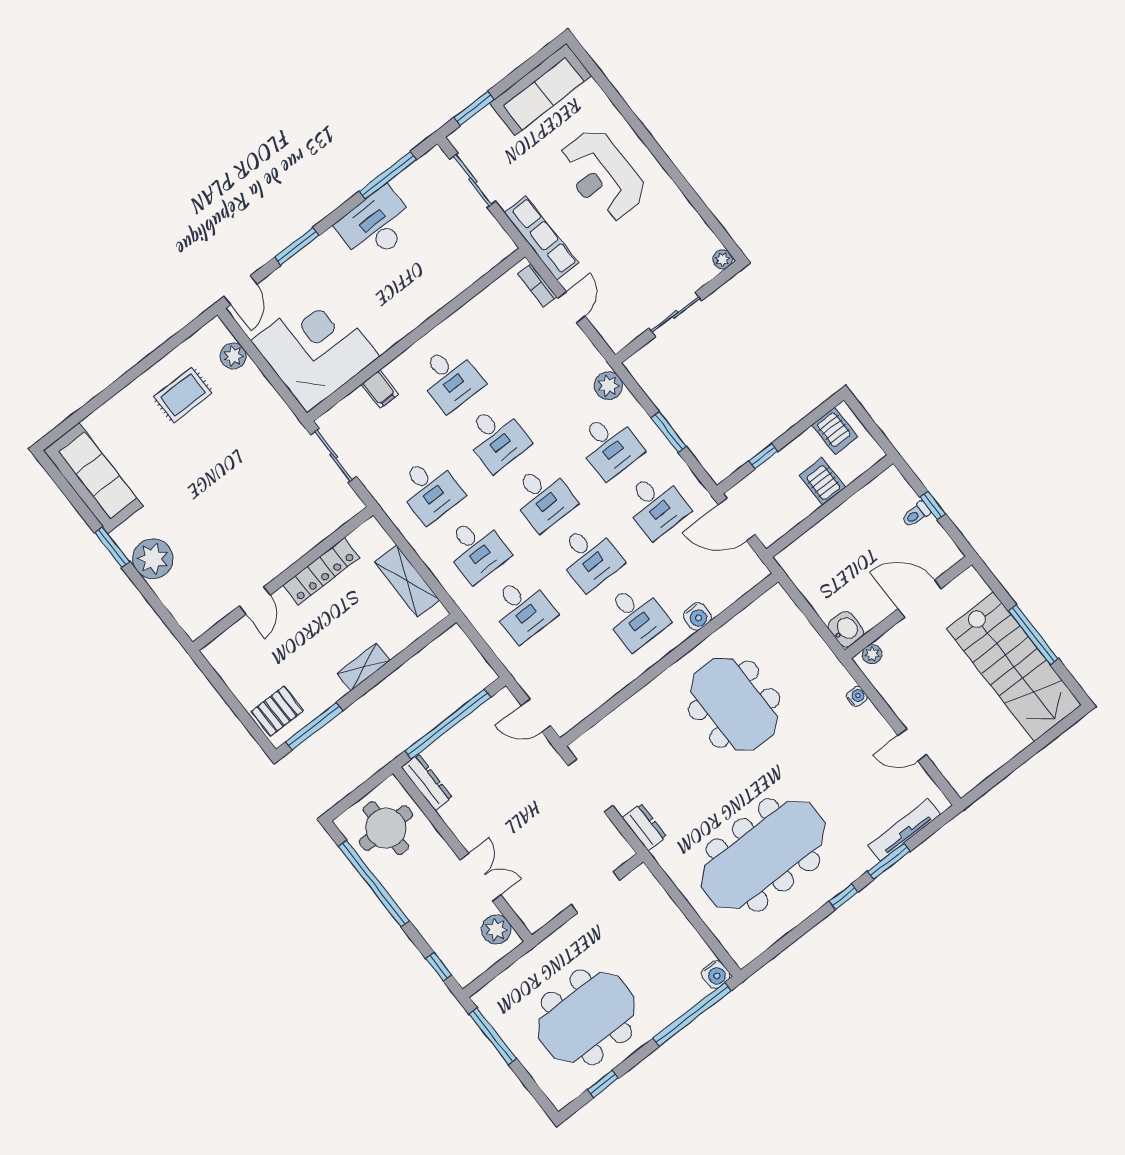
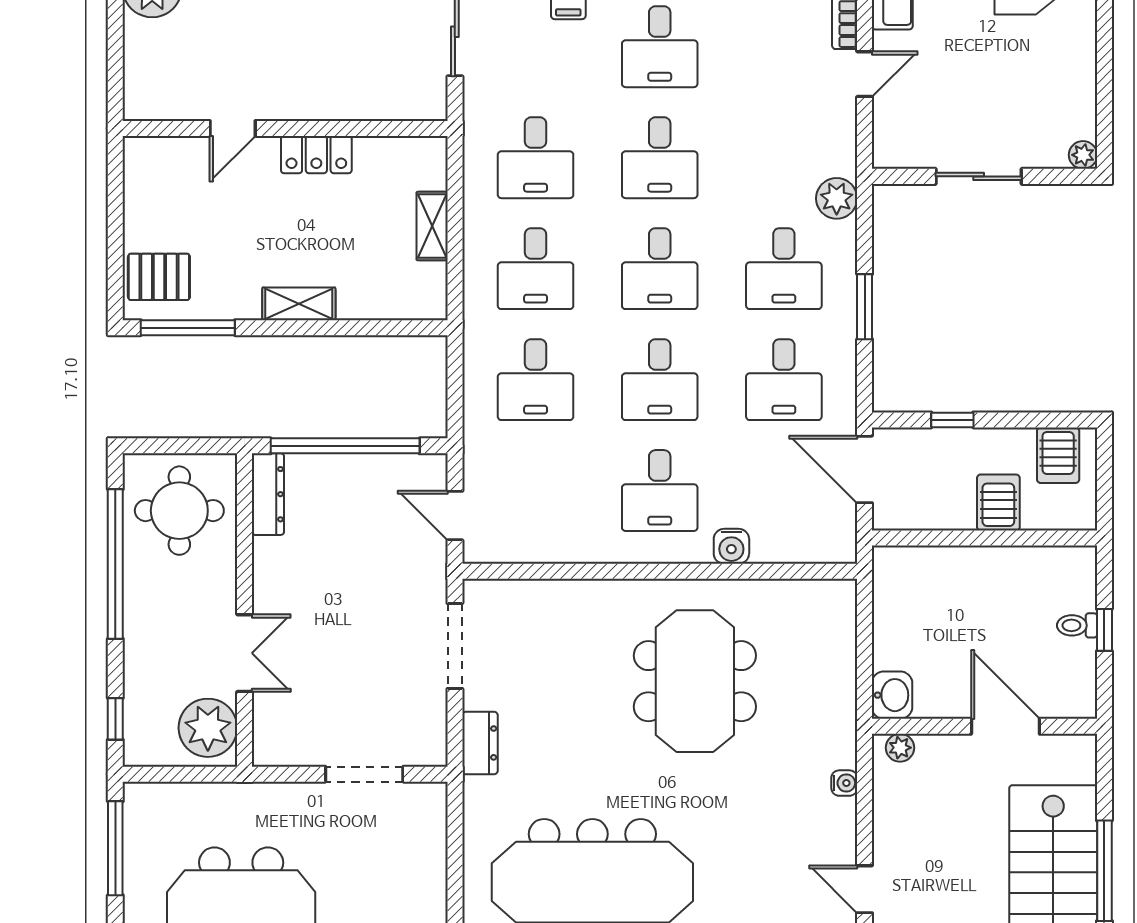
locker: (321, 571) -> (316, 155), width x0.66
shelving: (407, 581) -> (432, 226), width x0.67, depth x0.75
plant: (496, 930) -> (208, 728), width x1.36, depth x1.36

